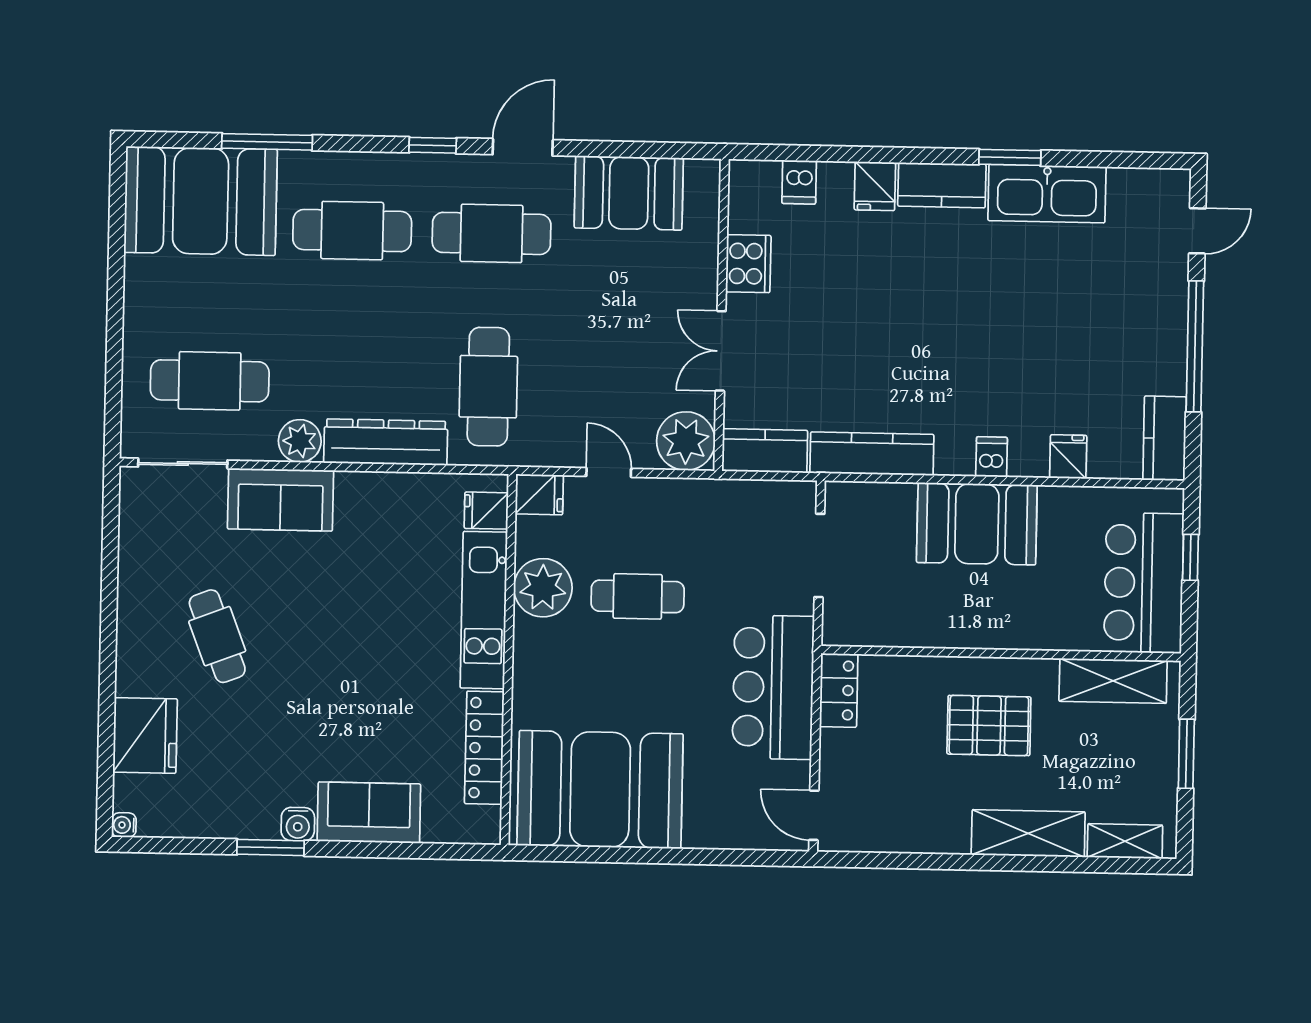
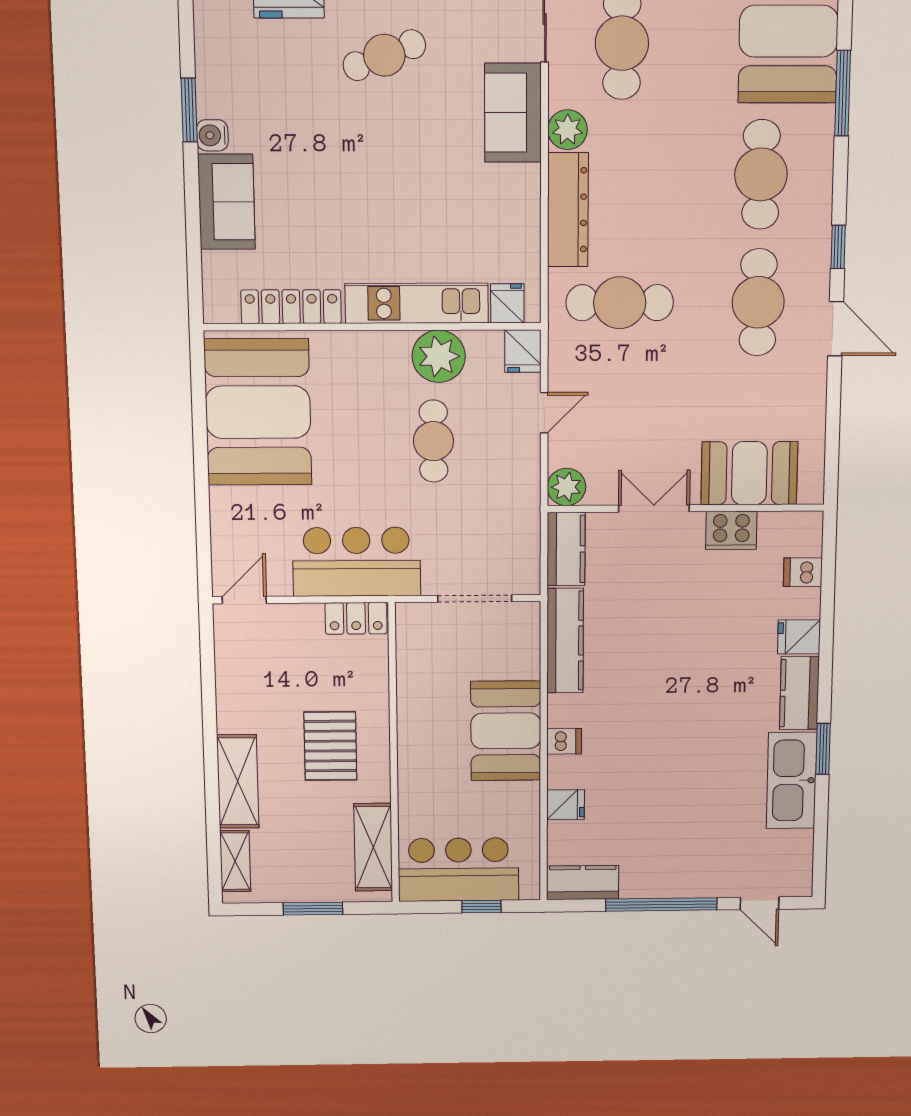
booth: (629, 193) -> (749, 473), moved, turned 90
plant: (686, 441) -> (566, 487), width x0.73, depth x0.73

